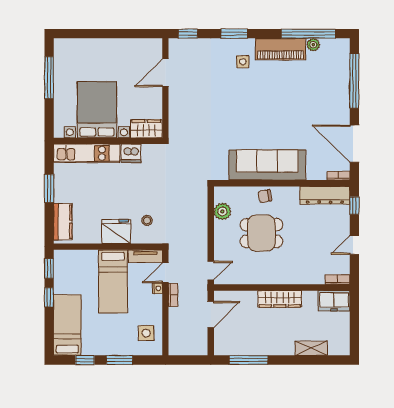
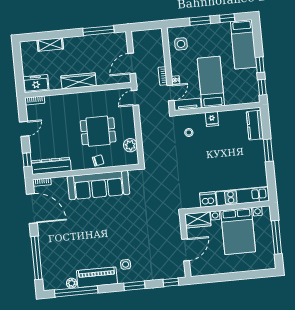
bed with nightstands: (97, 110) -> (238, 231), moved
wardrobe: (146, 129) -> (198, 220), moved
wall: (108, 141) -> (227, 207), moved
kitchen unit: (87, 153) -> (243, 196), moved
dishwasher: (131, 153) -> (208, 199), moved
fridge: (116, 232) -> (212, 119), width x0.53, depth x0.75

